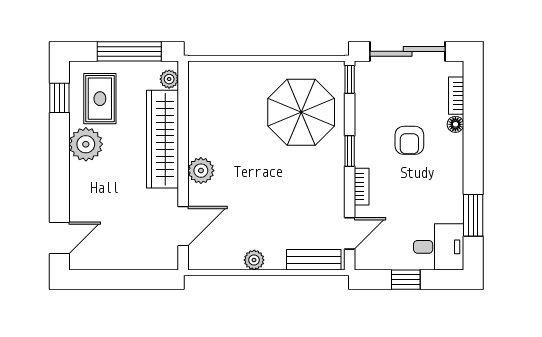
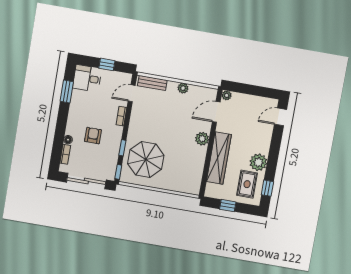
window: (129, 51) -> (228, 206), width x0.46
plant: (169, 79) -> (227, 95), moved
window: (350, 151) -> (122, 148), moved

